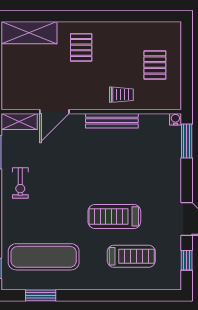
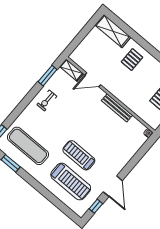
trolley: (121, 95) -> (132, 99), removed
window: (187, 141) -> (145, 148), removed
treadmill: (131, 256) -> (71, 181), width x1.37, depth x1.38

